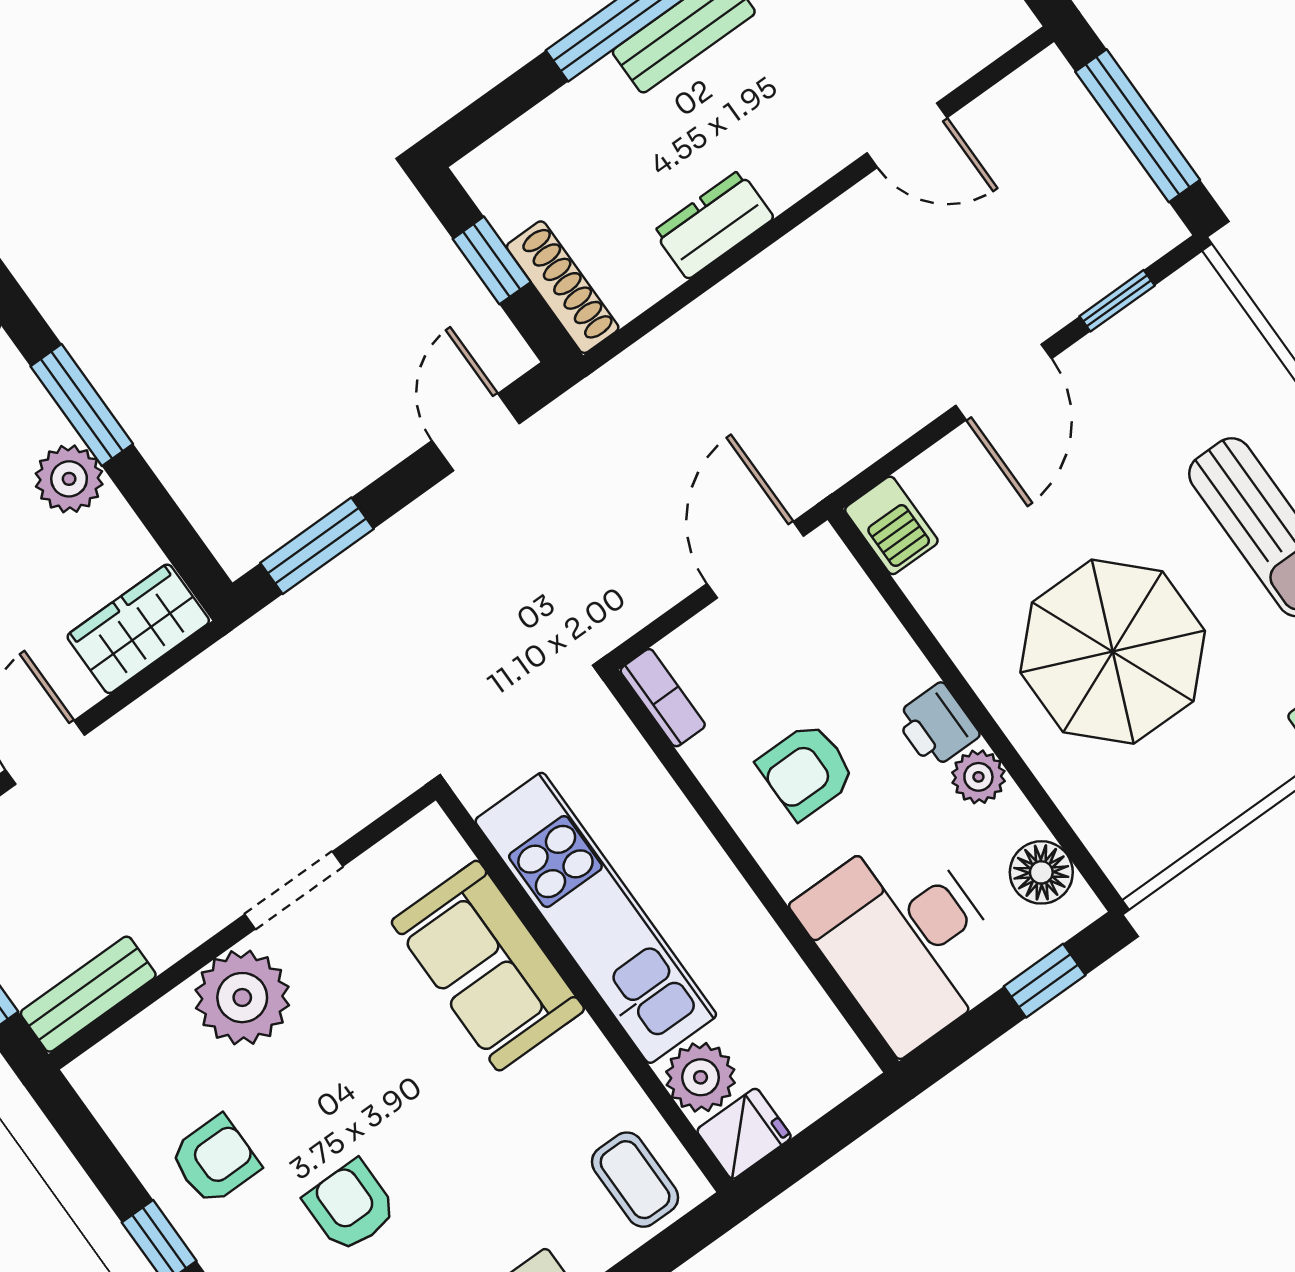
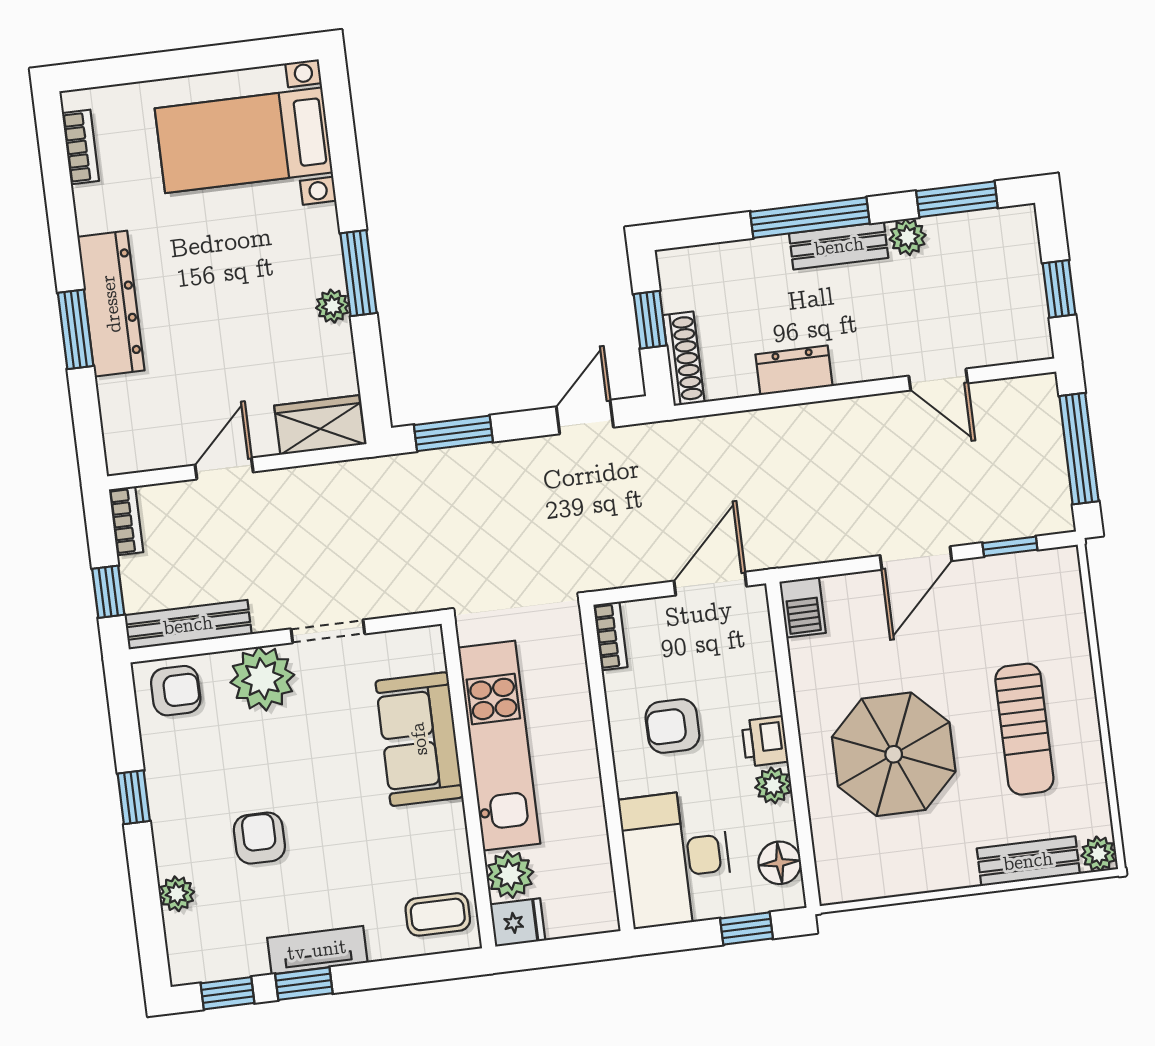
plant: (69, 479) -> (333, 306), width x0.73, depth x0.73
bench: (88, 994) -> (188, 625), width x1.36
armchair: (215, 1160) -> (176, 691), moved
coffee table: (635, 1180) -> (438, 914), turned 90

